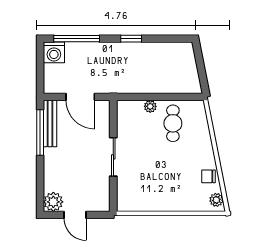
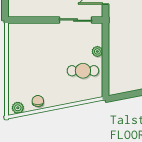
sliding door: (113, 157) -> (76, 20), moved

